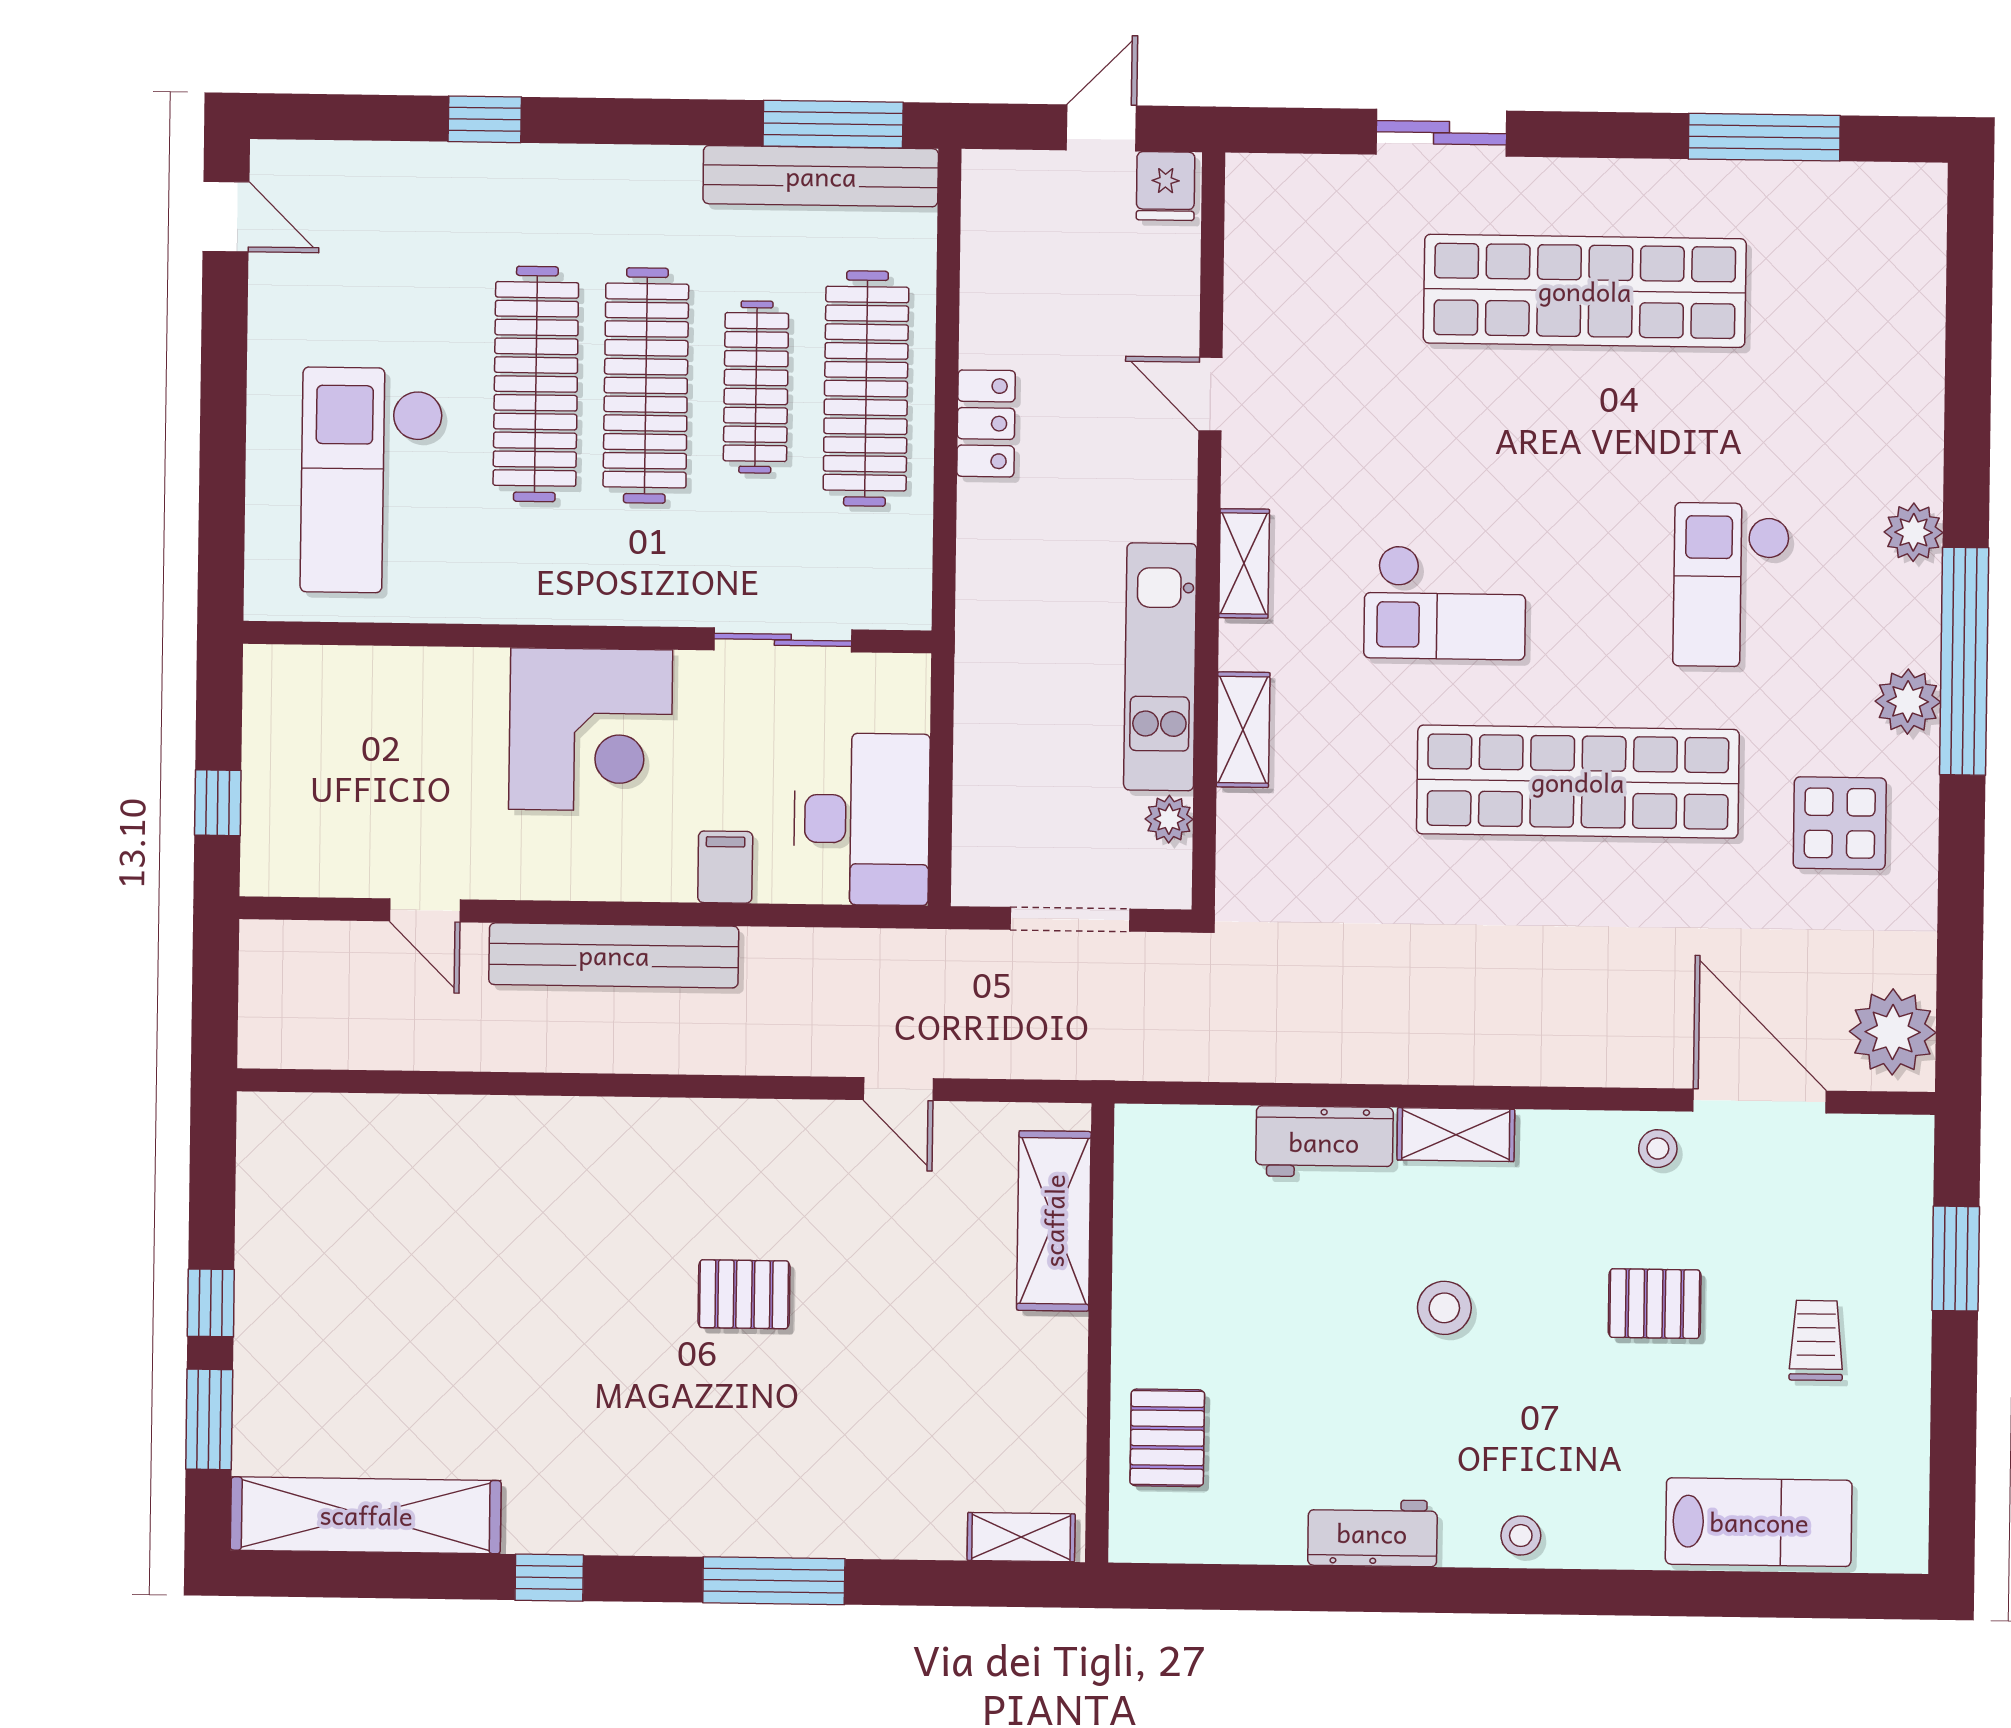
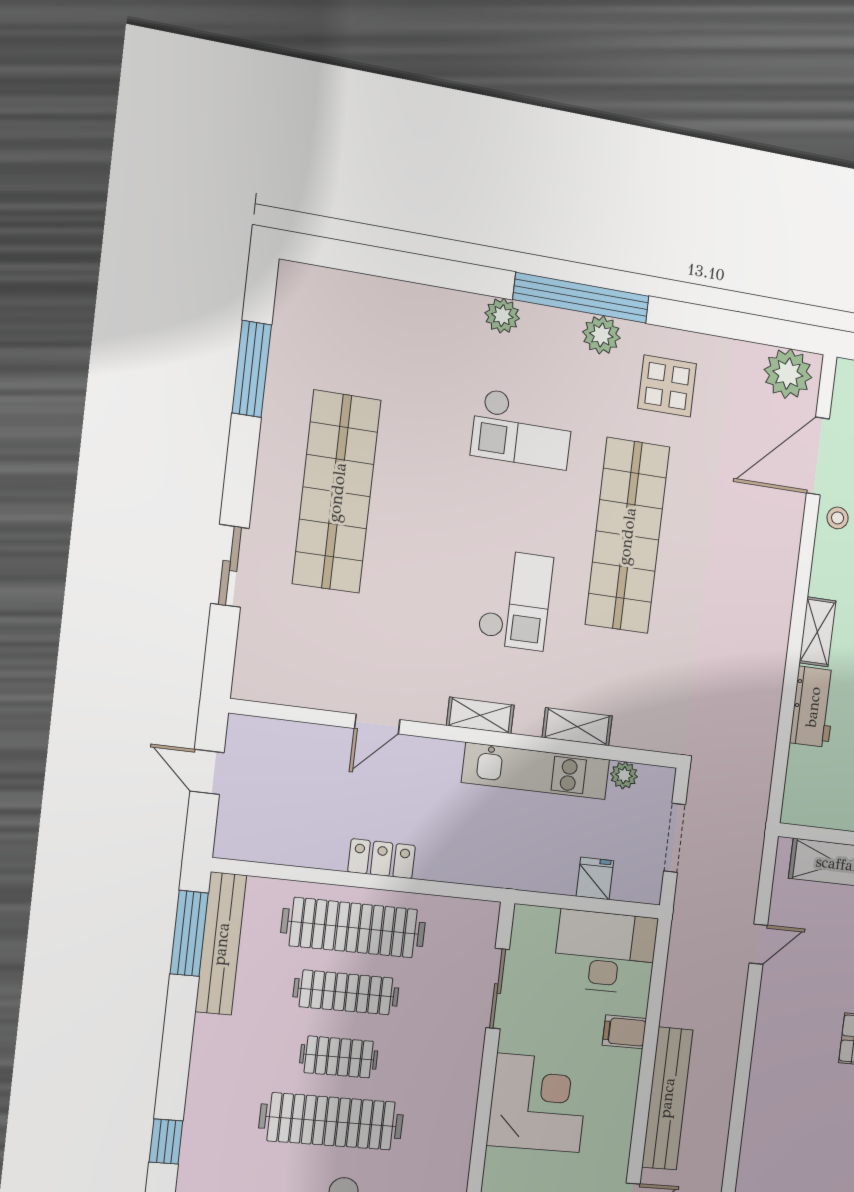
fridge: (1166, 186) -> (595, 878), moved, turned -90
clothes rail: (646, 385) -> (339, 1057), width x0.54, depth x0.76

